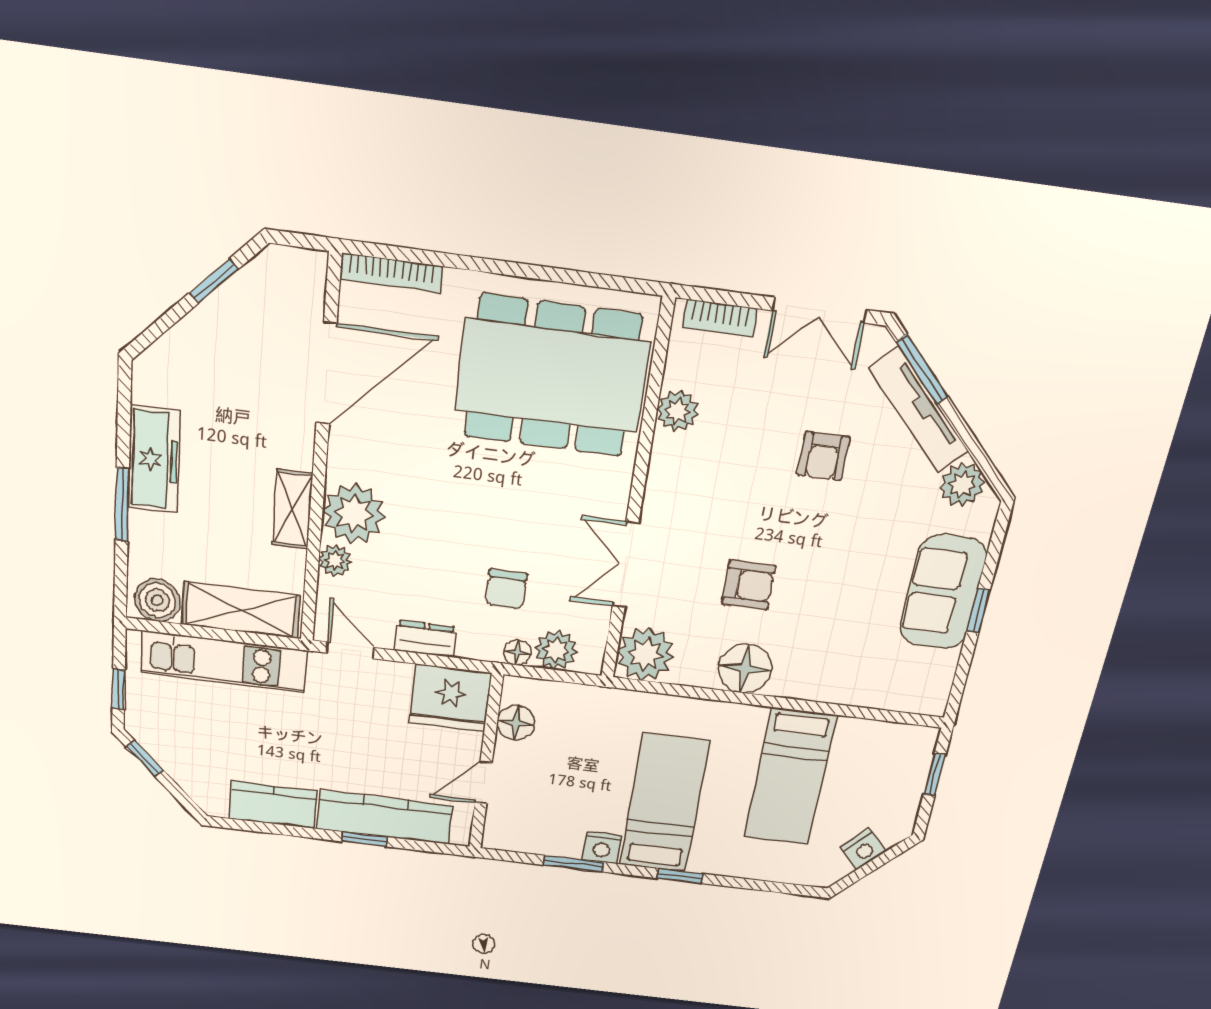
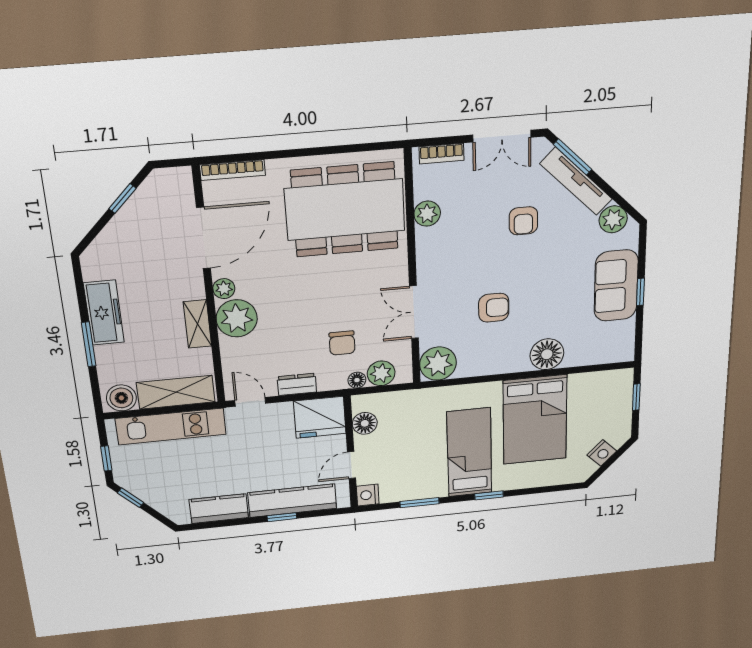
plant: (335, 561) -> (224, 289), moved
floor lamp: (745, 668) -> (547, 354), moved
bed: (790, 777) -> (535, 420), width x1.50
nightstand: (602, 848) -> (368, 495), moved, turned 90

